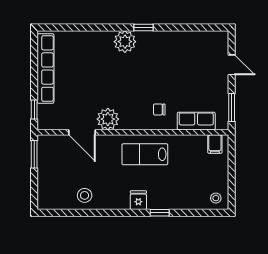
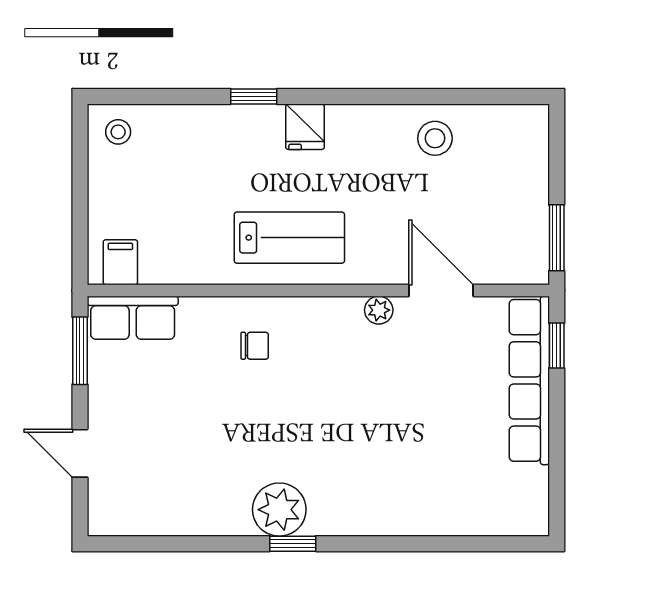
plant: (125, 42) -> (279, 510), moved
row of seats: (45, 69) -> (529, 380), moved
plant: (108, 119) -> (379, 310), width x0.53, depth x0.53
row of seats: (196, 121) -> (133, 318), moved

